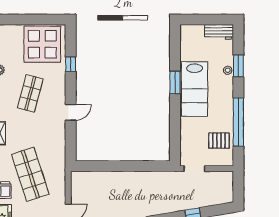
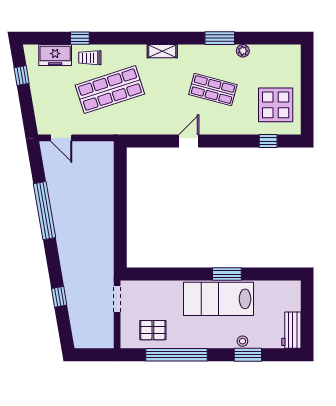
display table: (42, 44) -> (276, 105), width x0.73, depth x0.73
window: (71, 64) -> (268, 141), moved
door: (71, 112) -> (189, 141), swing flipped
pallet: (219, 141) -> (153, 330), turned 90

